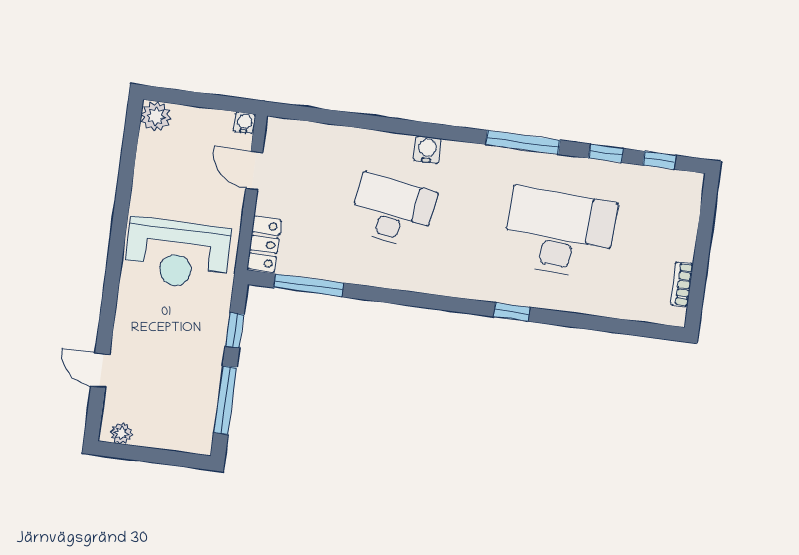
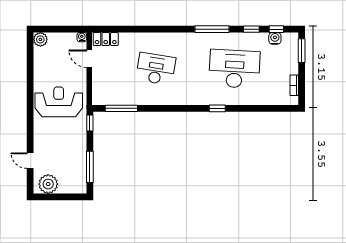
water cooler: (427, 150) -> (275, 38), moved
window: (707, 213) -> (302, 51), added
locker: (264, 244) -> (106, 39), moved, turned 90
reception desk: (177, 254) -> (59, 102), turned 180
window: (234, 330) -> (90, 123), moved
plant: (121, 433) -> (48, 184), width x1.88, depth x1.88

